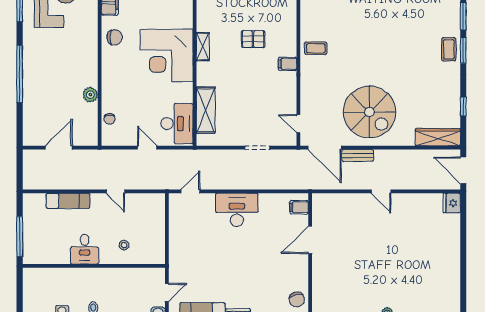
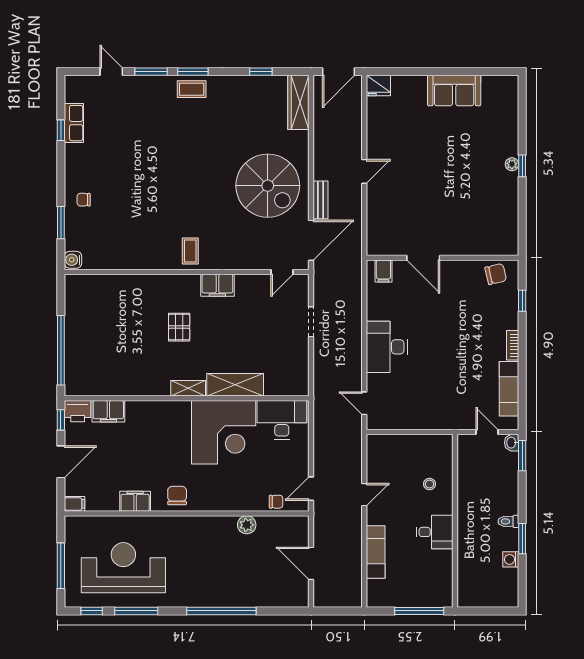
corner desk: (167, 55) -> (224, 432), moved
filing cabinet: (288, 64) -> (217, 285), width x2.00
shelving: (206, 110) -> (235, 385), moved
spiral stairs: (369, 112) -> (268, 186), turned 90
door: (147, 148) -> (311, 489), moved
sofa: (448, 265) -> (454, 91), added

